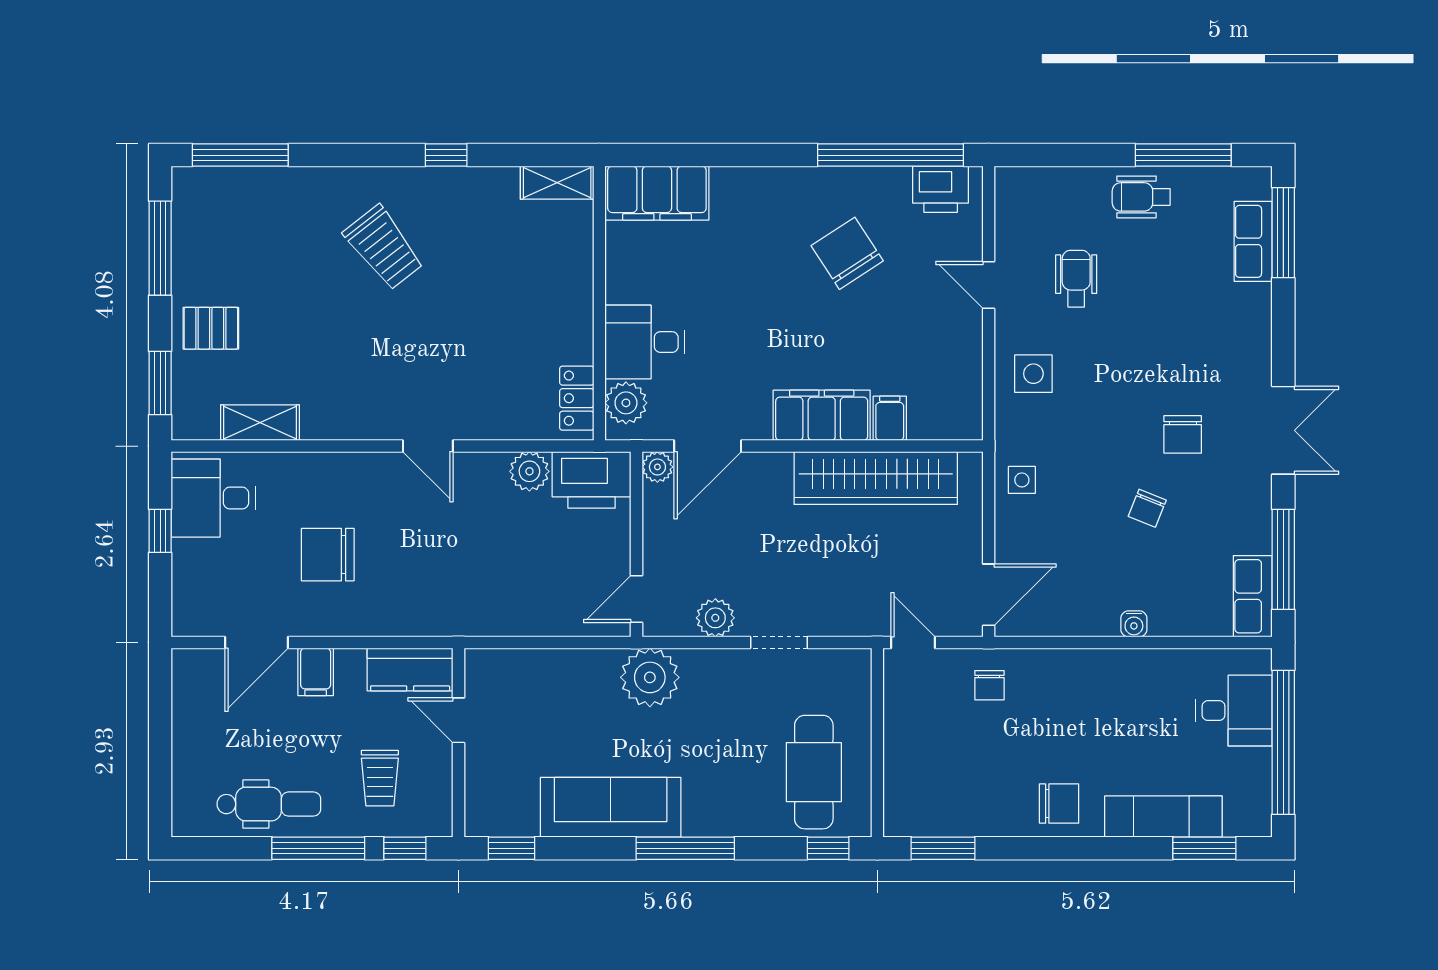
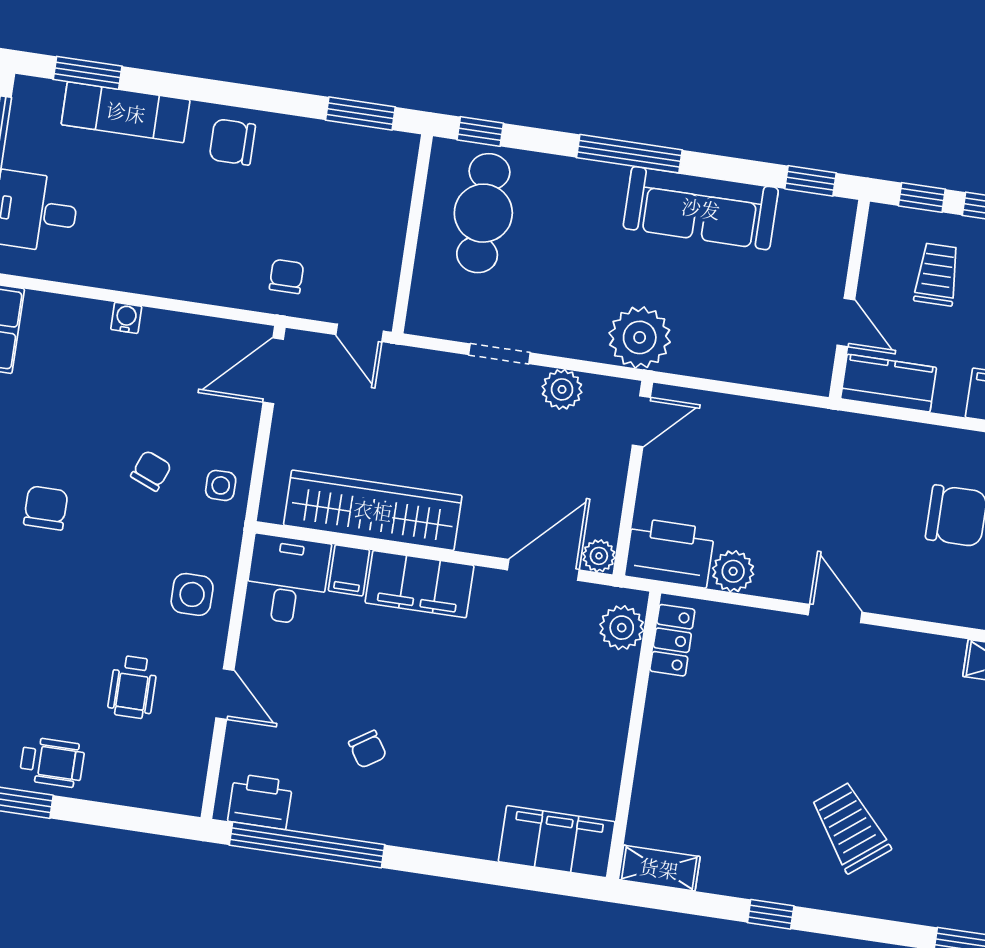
chair: (847, 253) -> (368, 749), width x0.54, depth x0.54
desk: (645, 342) -> (287, 580), moved, turned -90
chair: (1147, 508) -> (151, 471), moved

